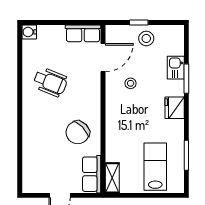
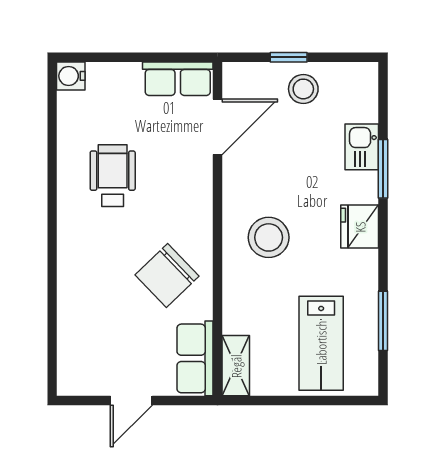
wheelchair: (50, 82) -> (113, 176), turned -112
stool: (131, 83) -> (269, 237), moved, width x1.89, depth x1.89
lab bench: (155, 167) -> (321, 343), turned 180

